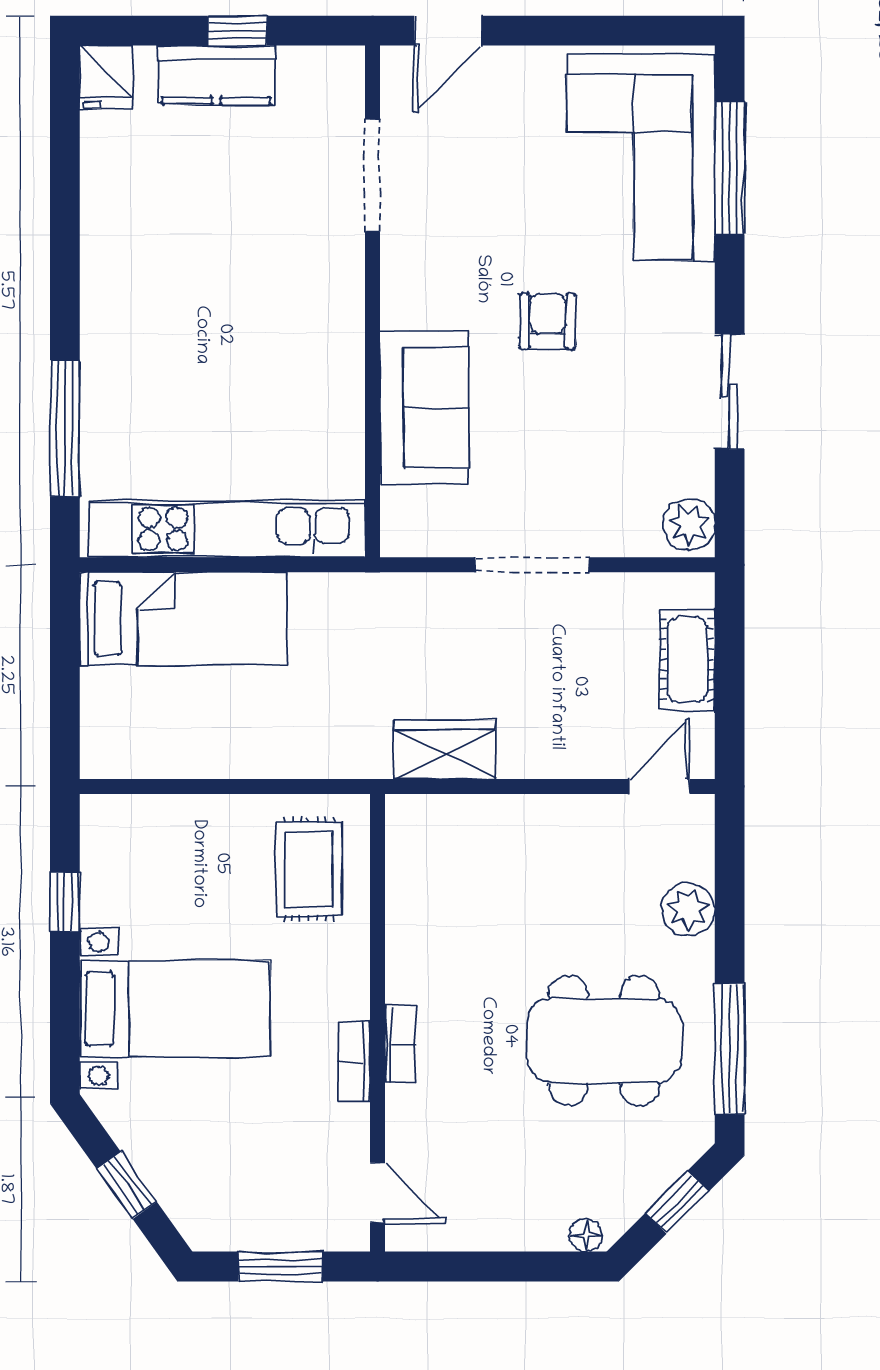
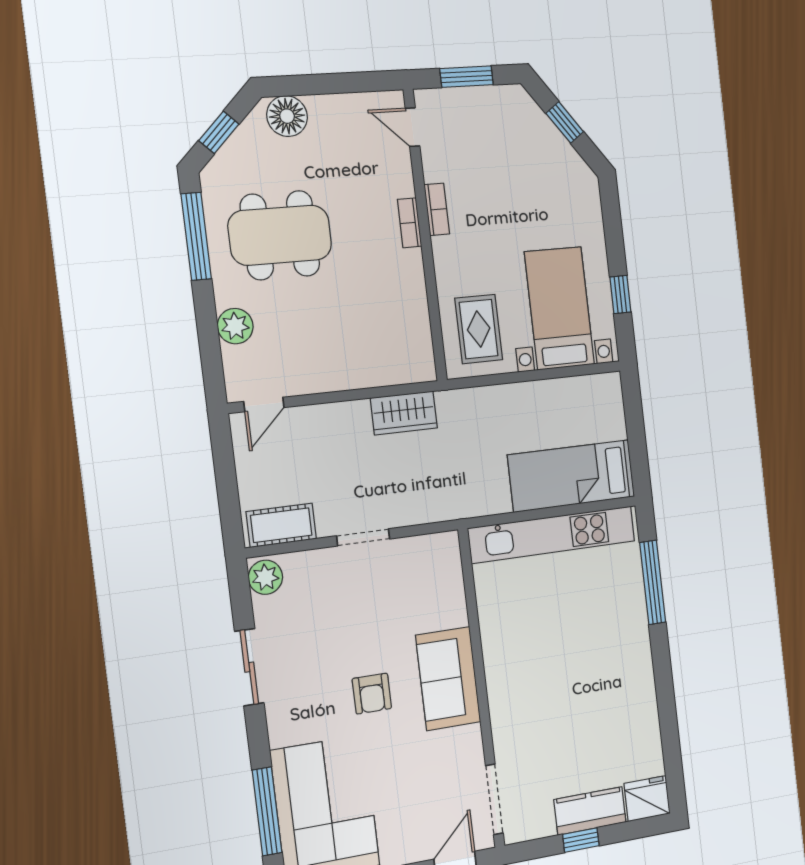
fridge: (106, 77) -> (647, 799), width x1.38
doorway: (373, 175) -> (494, 799), moved
sofa: (424, 408) -> (448, 679), moved
doorway: (532, 565) -> (363, 537), width x0.73
cot: (687, 660) -> (281, 525), moved, turned 90
bed with nightstands: (175, 1009) -> (559, 308), moved, turned 90
floor lamp: (586, 1235) -> (287, 116), width x1.89, depth x1.89

